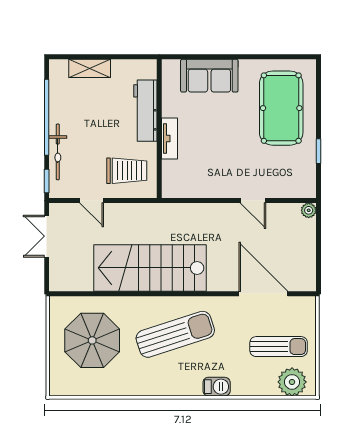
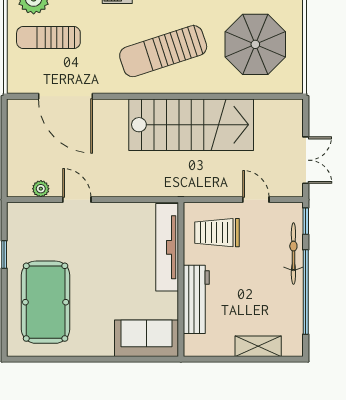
sofa: (209, 76) -> (146, 338), moved
tv unit: (169, 139) -> (167, 247), width x1.92, depth x1.29
plant: (309, 210) -> (41, 189), moved

